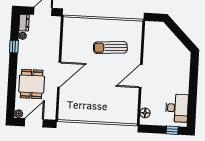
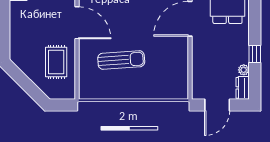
rug: (157, 49) -> (56, 62), added
door: (141, 76) -> (77, 23), hinge flipped

